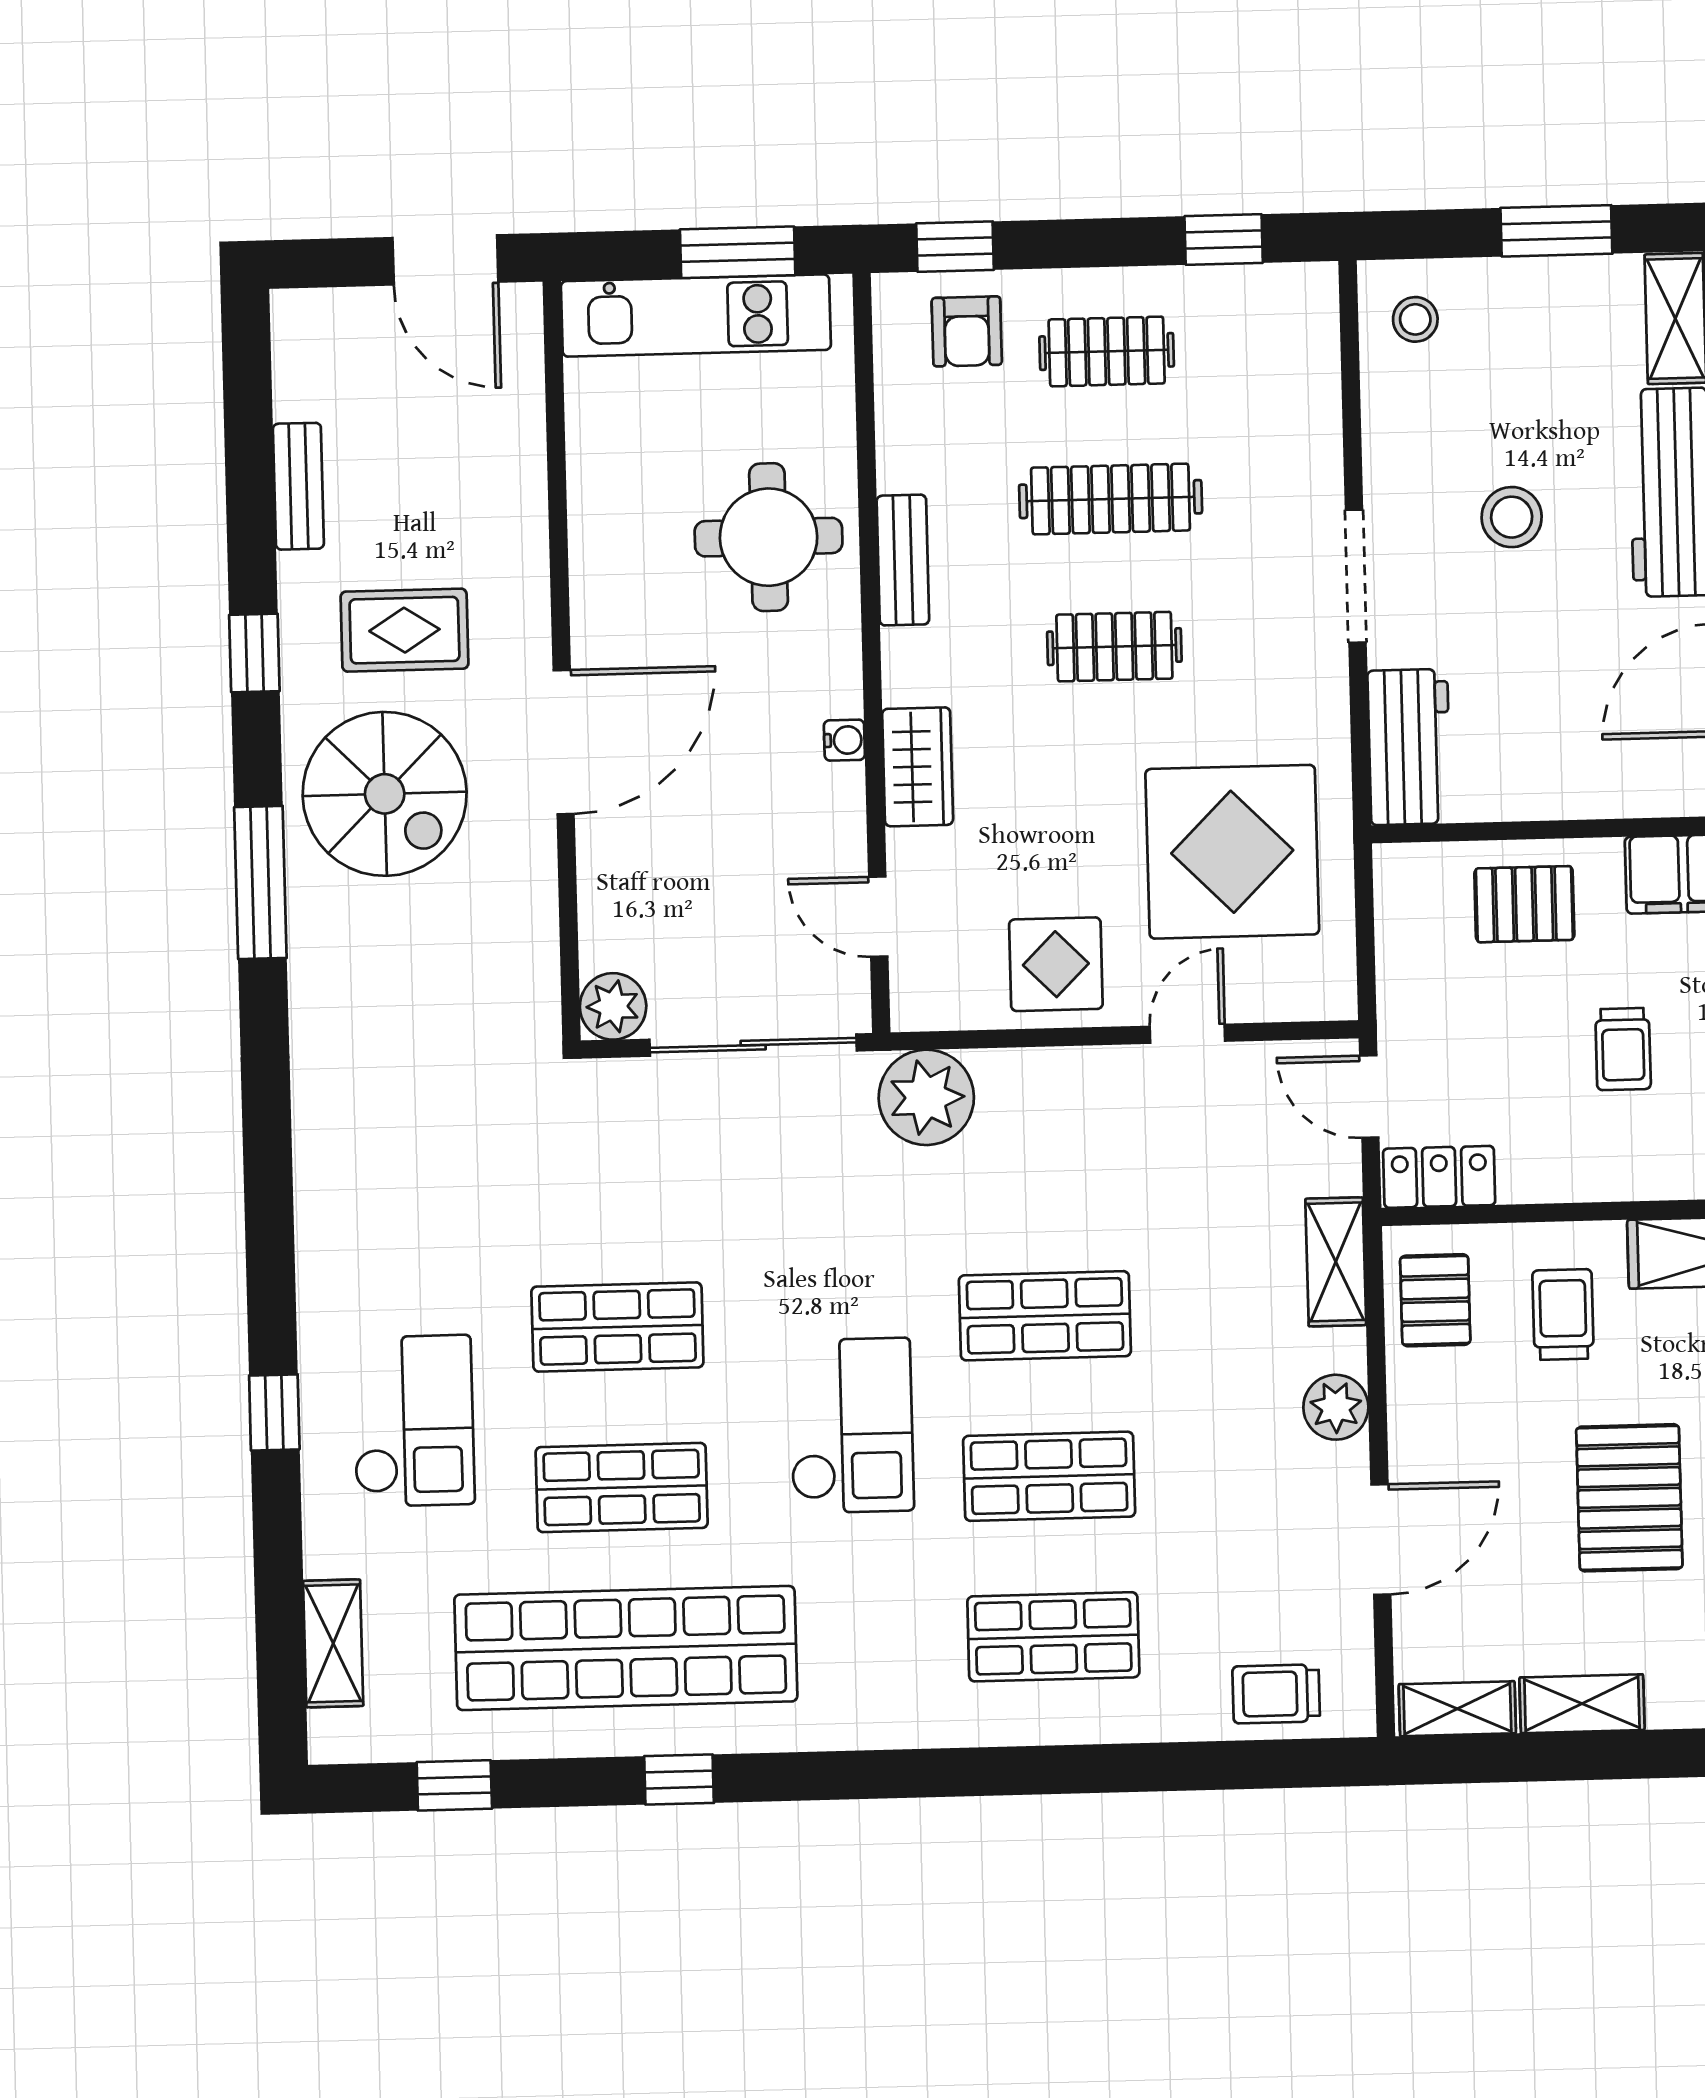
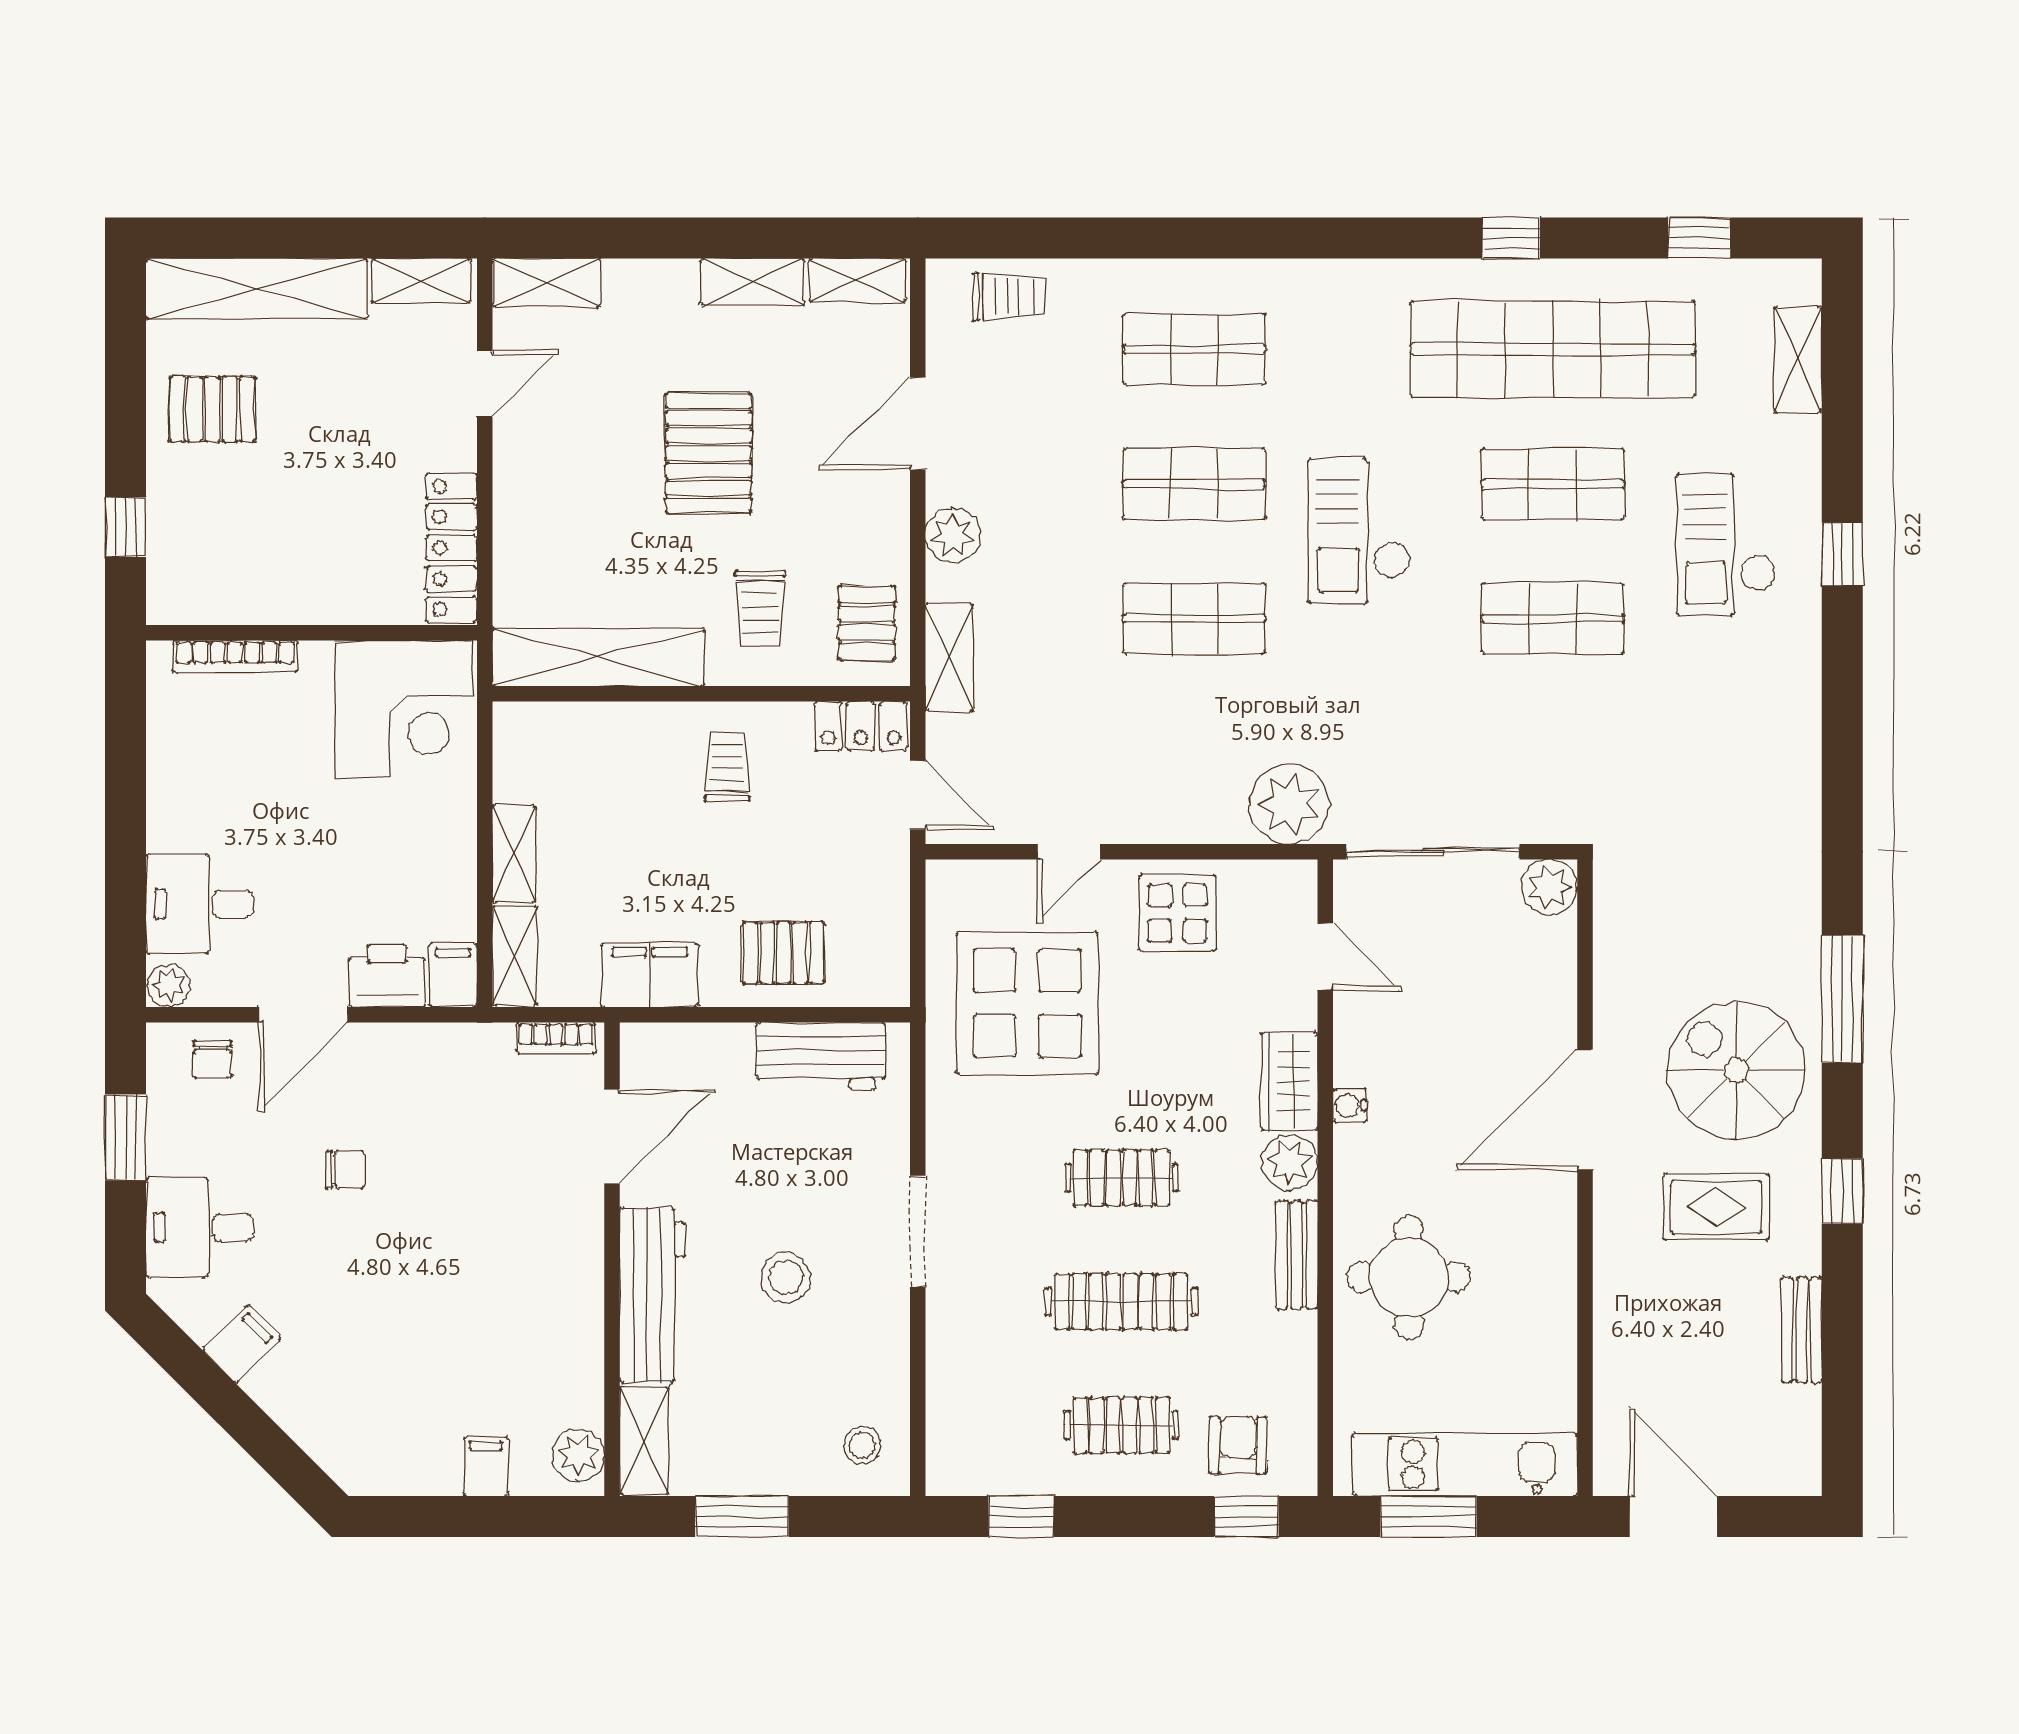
plant: (914, 670) -> (1290, 1162), added
workbench: (1409, 747) -> (821, 1056), moved, turned -90
trolley: (1623, 1049) -> (727, 767), moved

